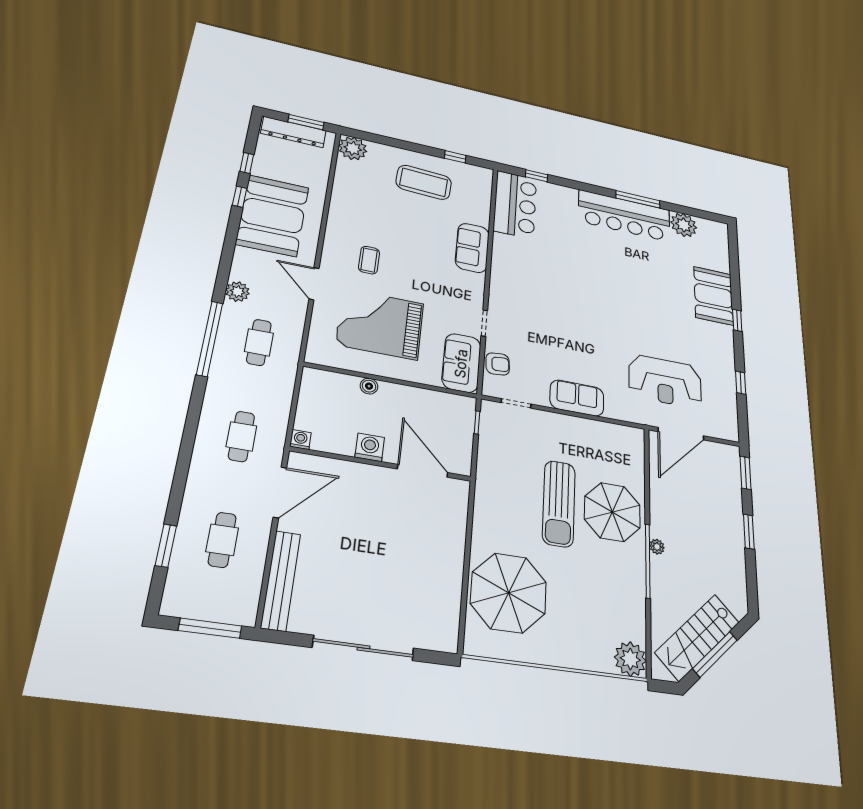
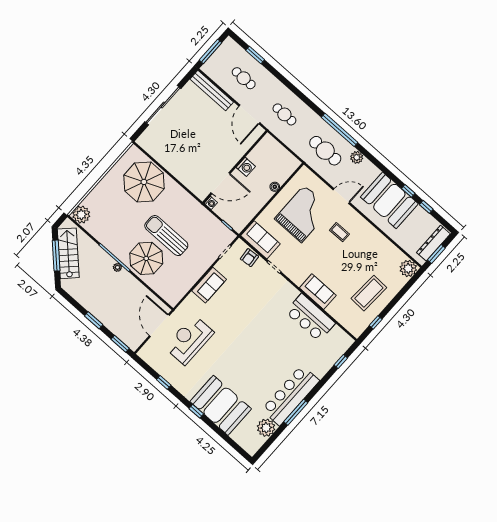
bar counter: (515, 205) -> (310, 318), moved
booth: (713, 296) -> (221, 405), width x1.36, depth x1.42
cafe table: (259, 342) -> (325, 151), width x1.37, depth x1.35
washing machine: (300, 439) -> (211, 203), moved

